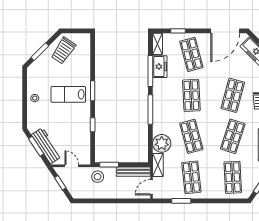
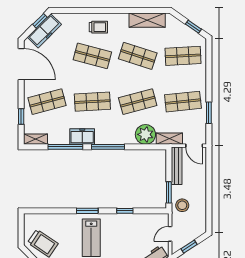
freezer: (160, 67) -> (82, 137), moved

